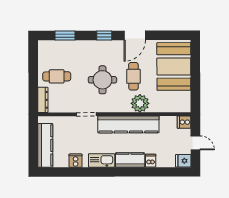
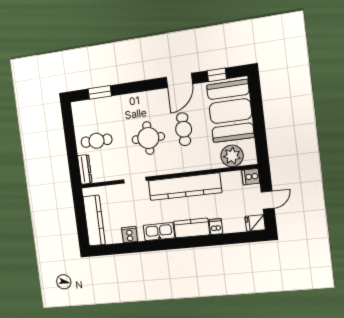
window: (104, 35) -> (217, 75), moved
plant: (140, 103) -> (232, 156), moved
door: (195, 143) -> (268, 200), hinge flipped

